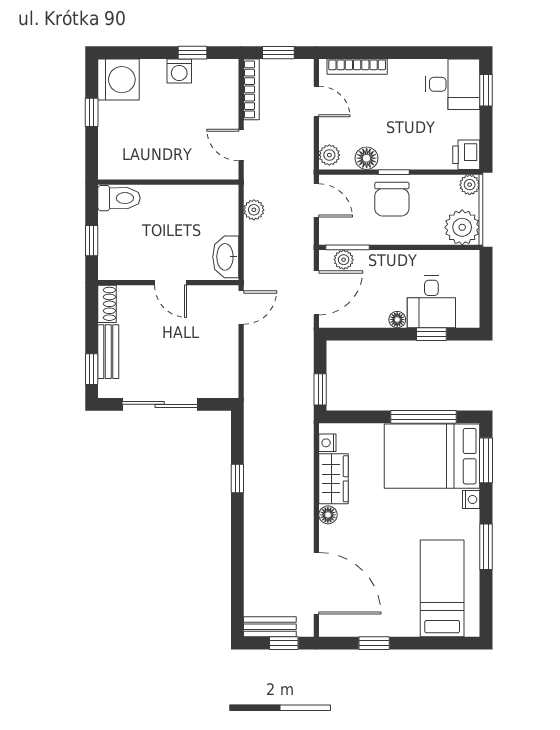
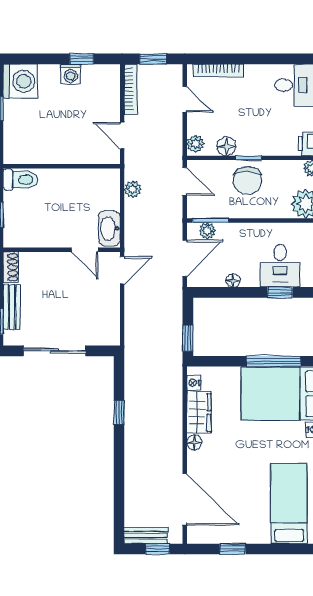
door: (171, 283) -> (85, 250), moved
floor lamp: (397, 320) -> (233, 280), moved

